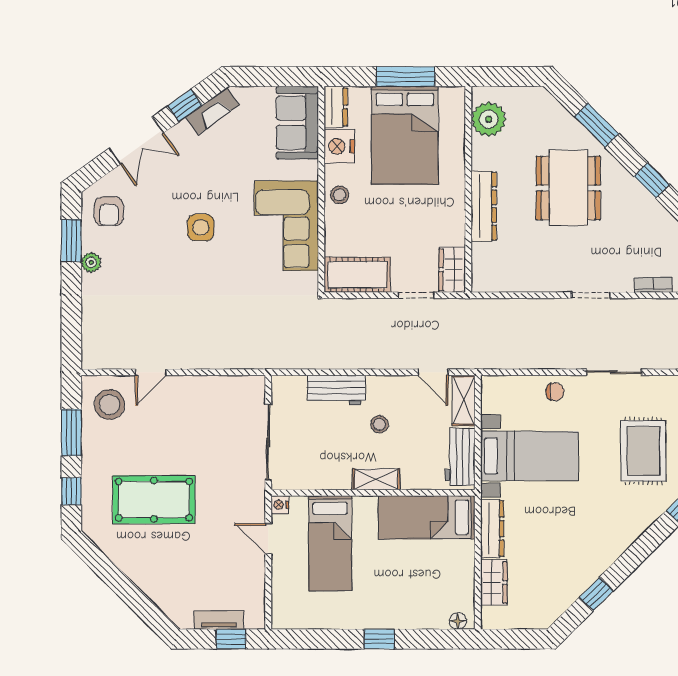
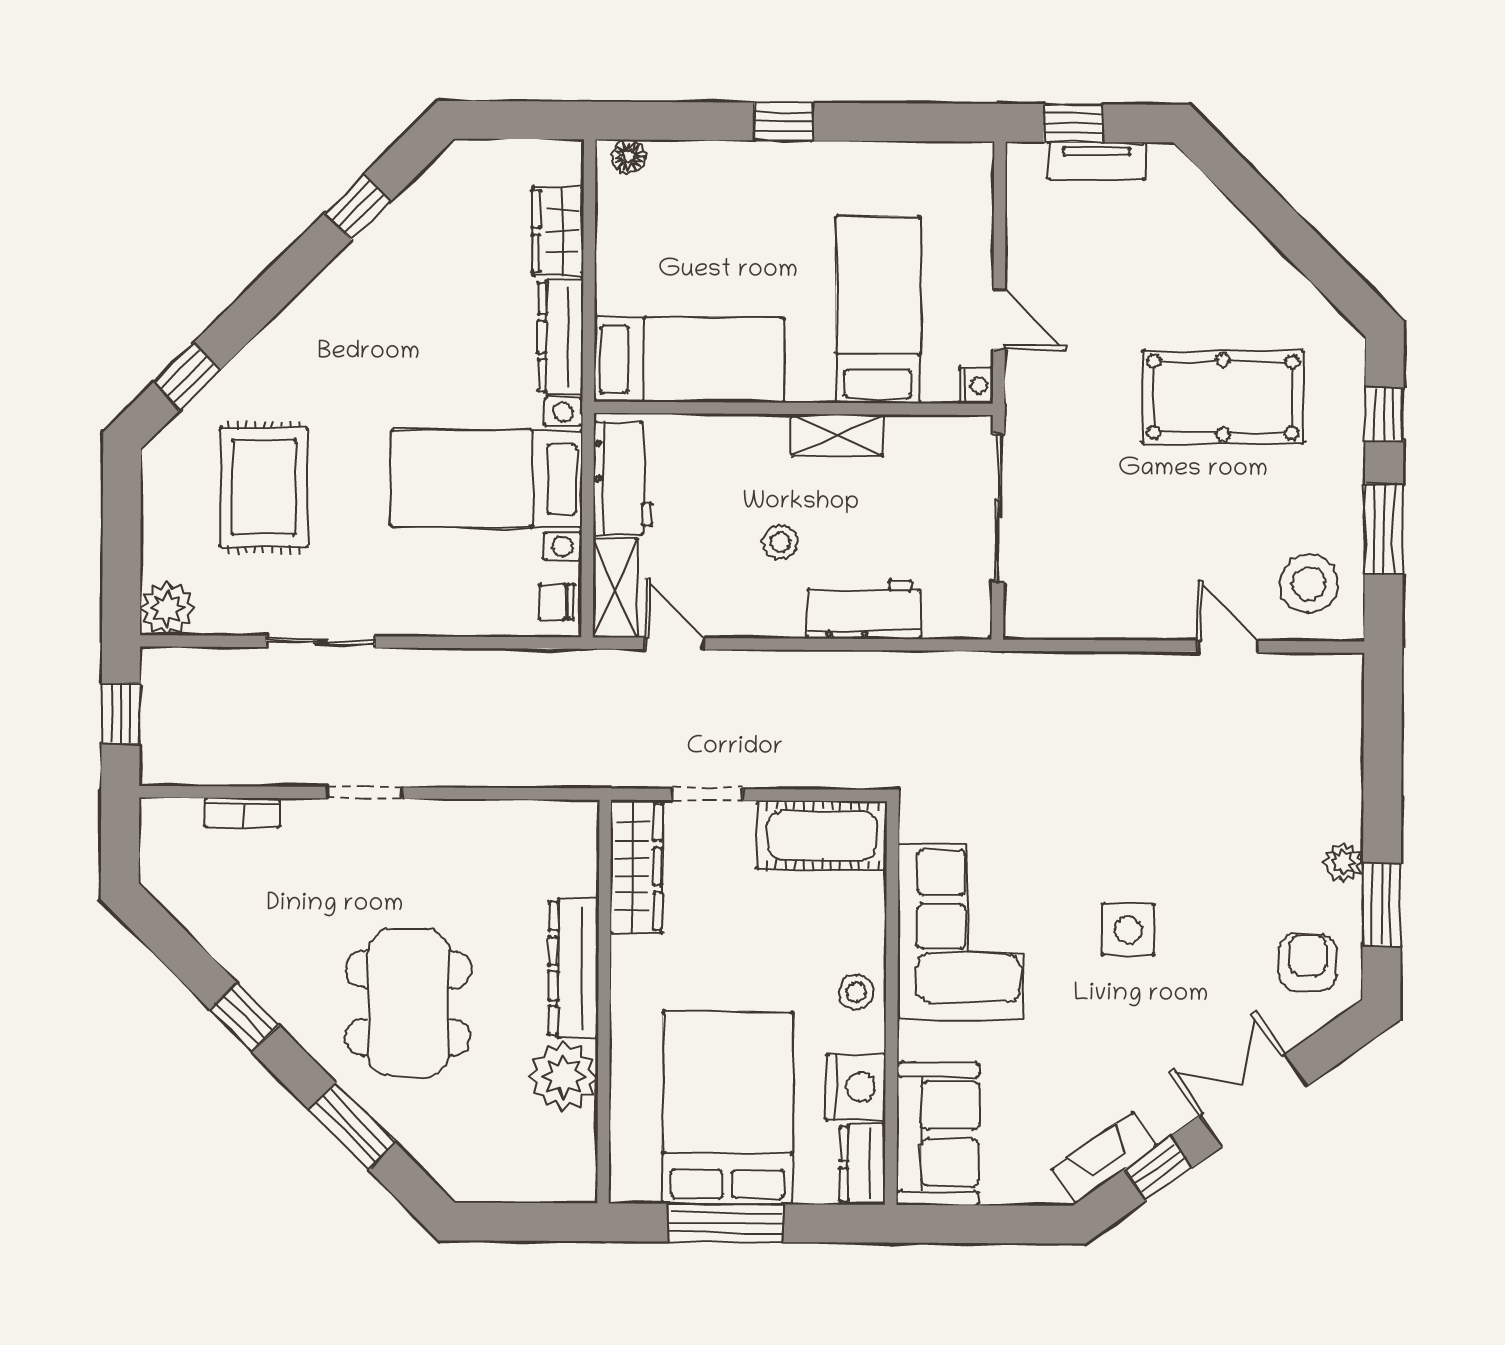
plant: (489, 119) -> (564, 1076), moved
wardrobe: (452, 270) -> (636, 867), width x1.50
door: (151, 372) -> (1228, 646), hinge flipped
chair: (555, 392) -> (556, 602), moved
shelving: (376, 479) -> (838, 435), moved

